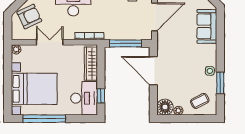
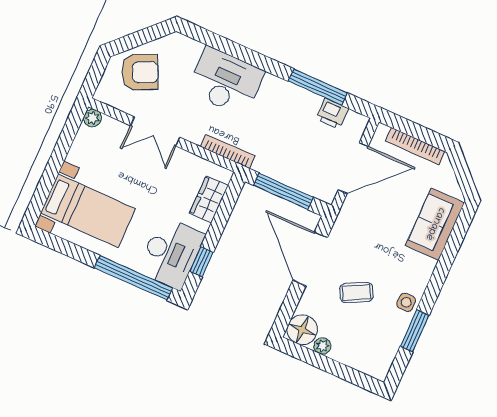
double door: (50, 42) -> (155, 131), swing flipped
wardrobe: (91, 64) -> (209, 199), width x0.67
bed with nightstands: (34, 89) -> (88, 211), width x0.73
coffee table: (200, 101) -> (356, 293), moved
window: (44, 119) -> (133, 278), moved

